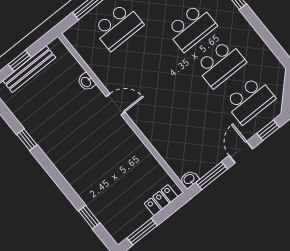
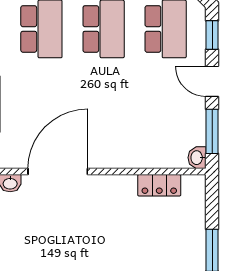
door: (116, 104) -> (58, 172), width x1.88
locker: (161, 200) -> (159, 185), moved, turned -90

